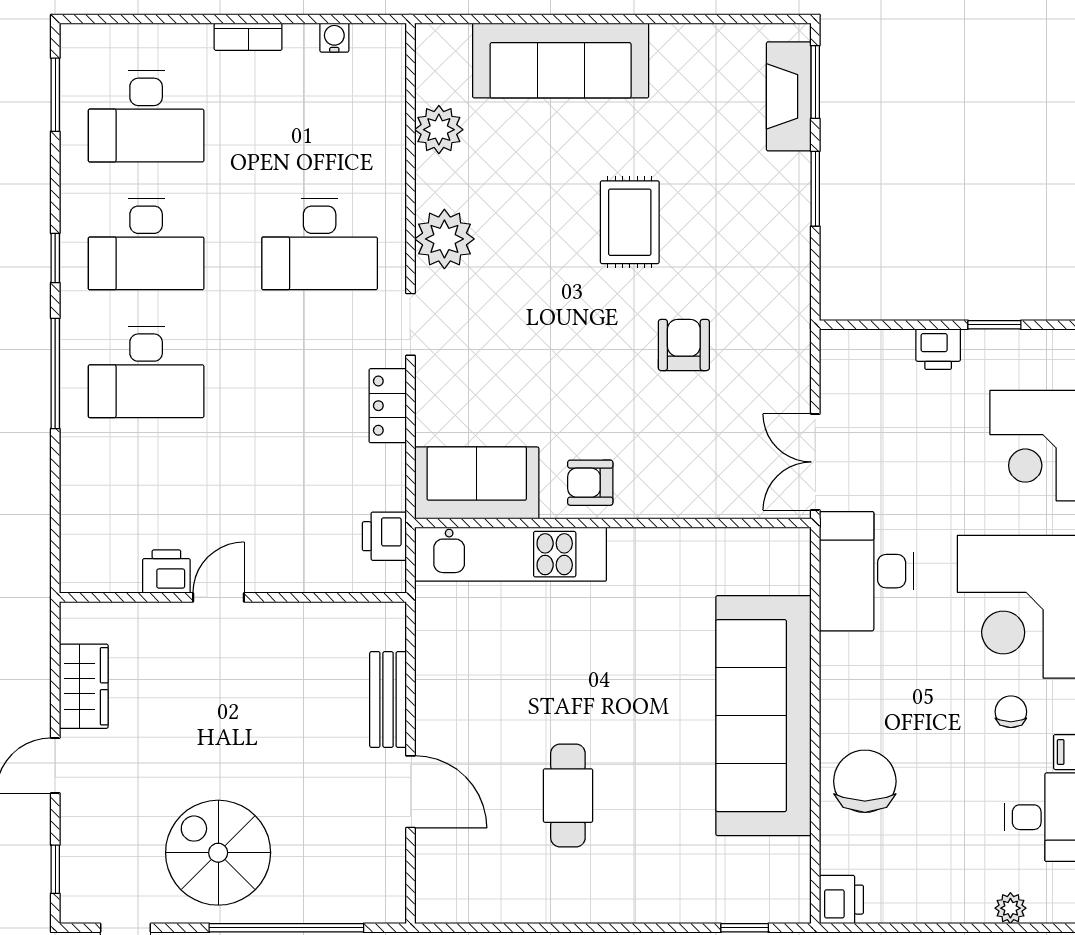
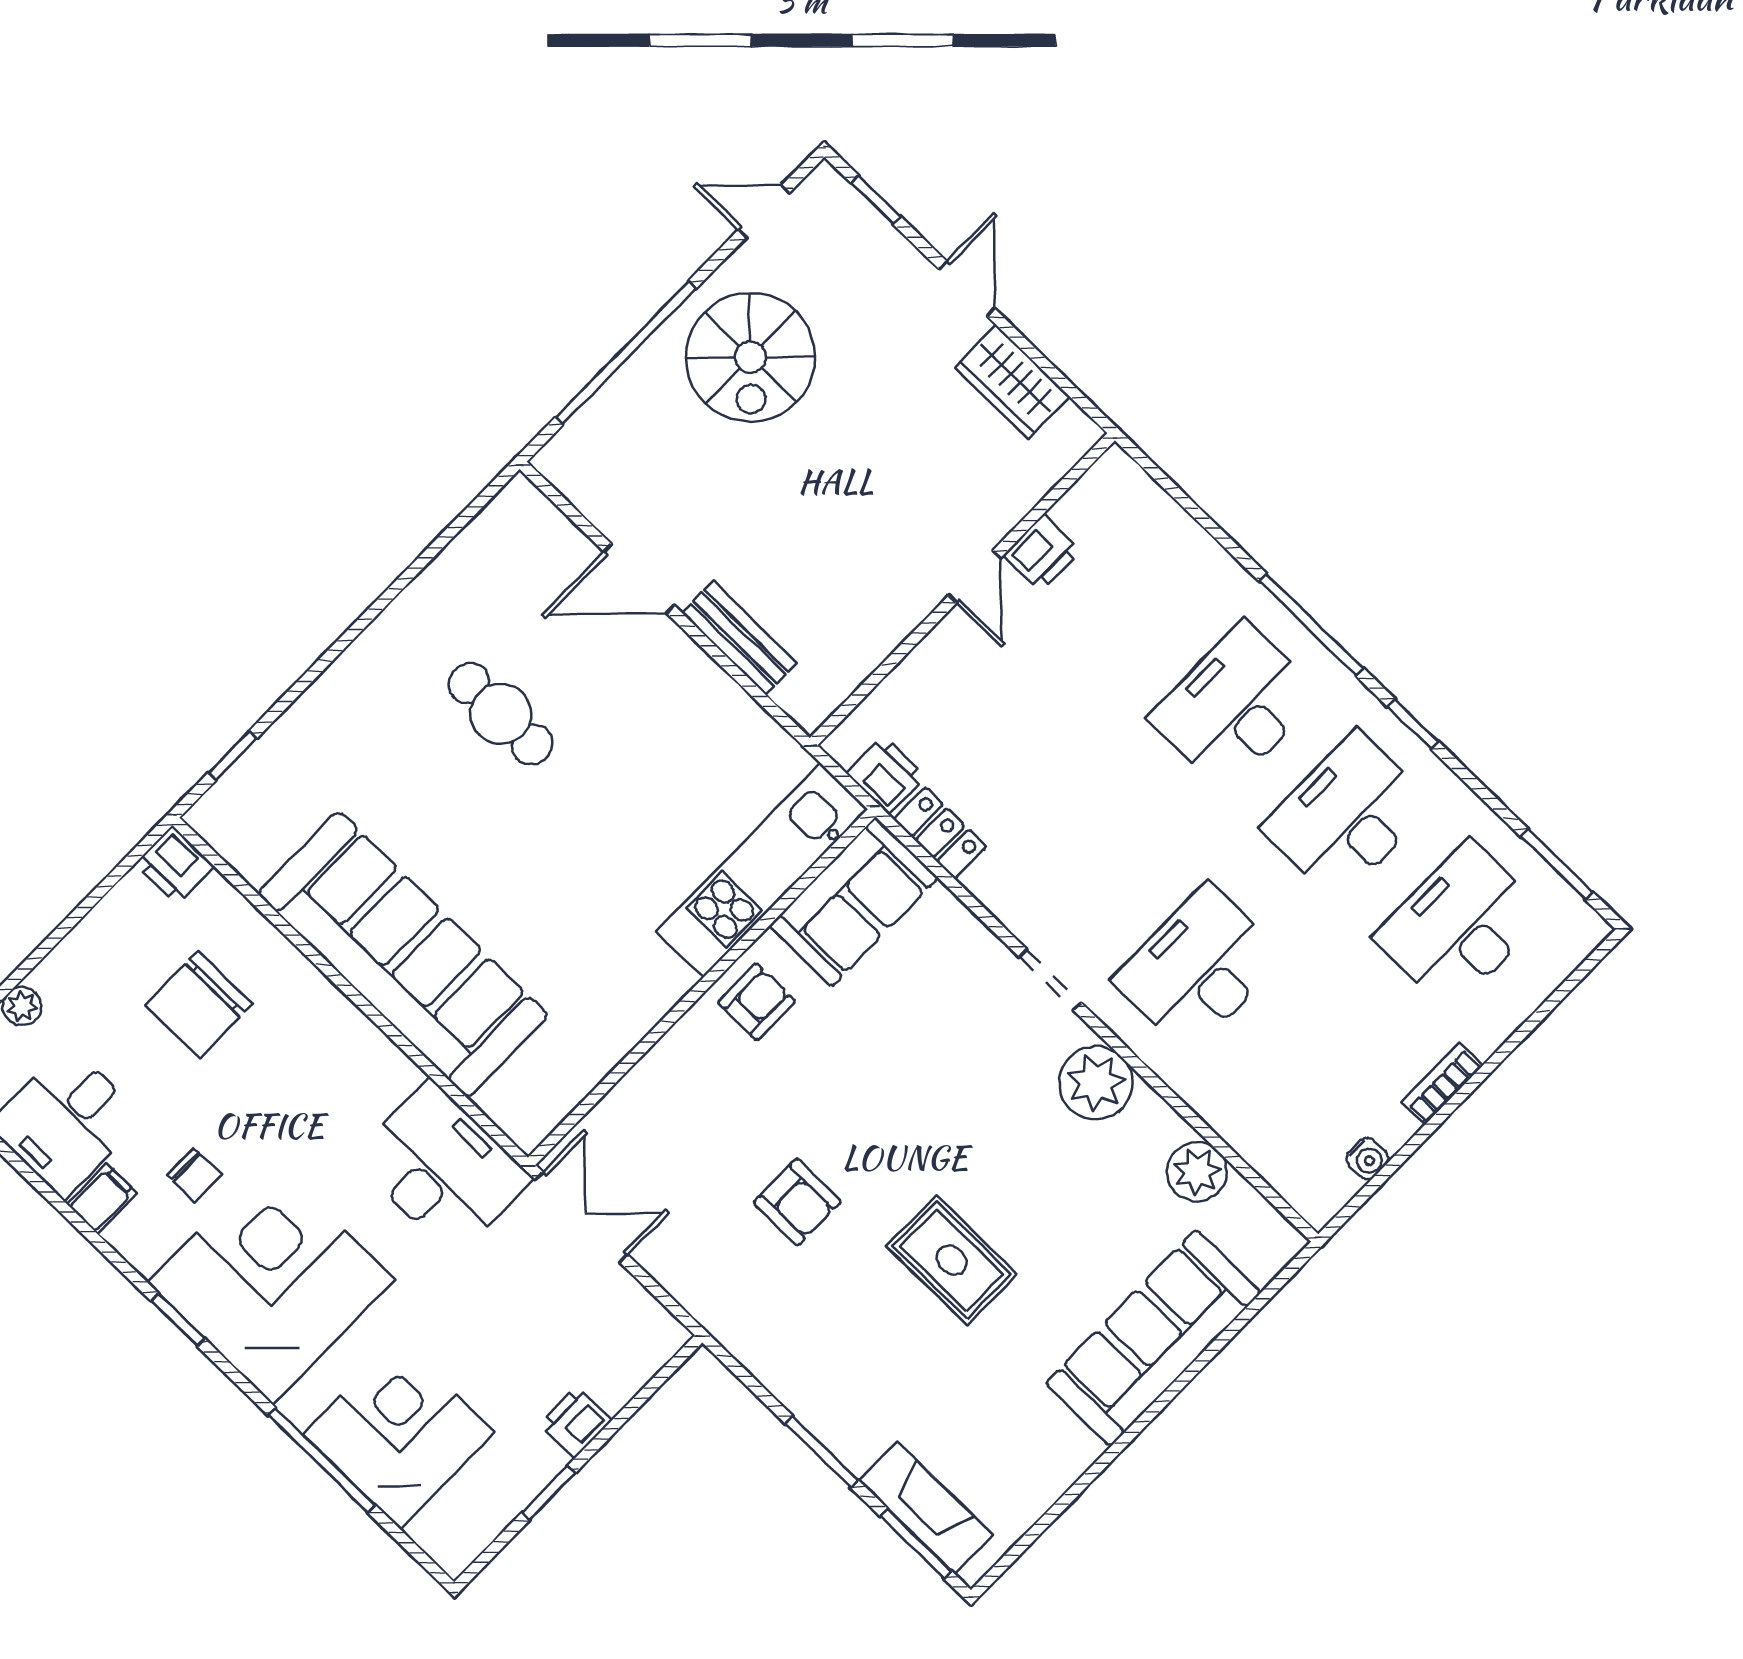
locker: (388, 406) -> (940, 833), moved
chair: (865, 781) -> (199, 1004), moved, turned 90
spiral stairs: (218, 853) -> (751, 357), turned 90

